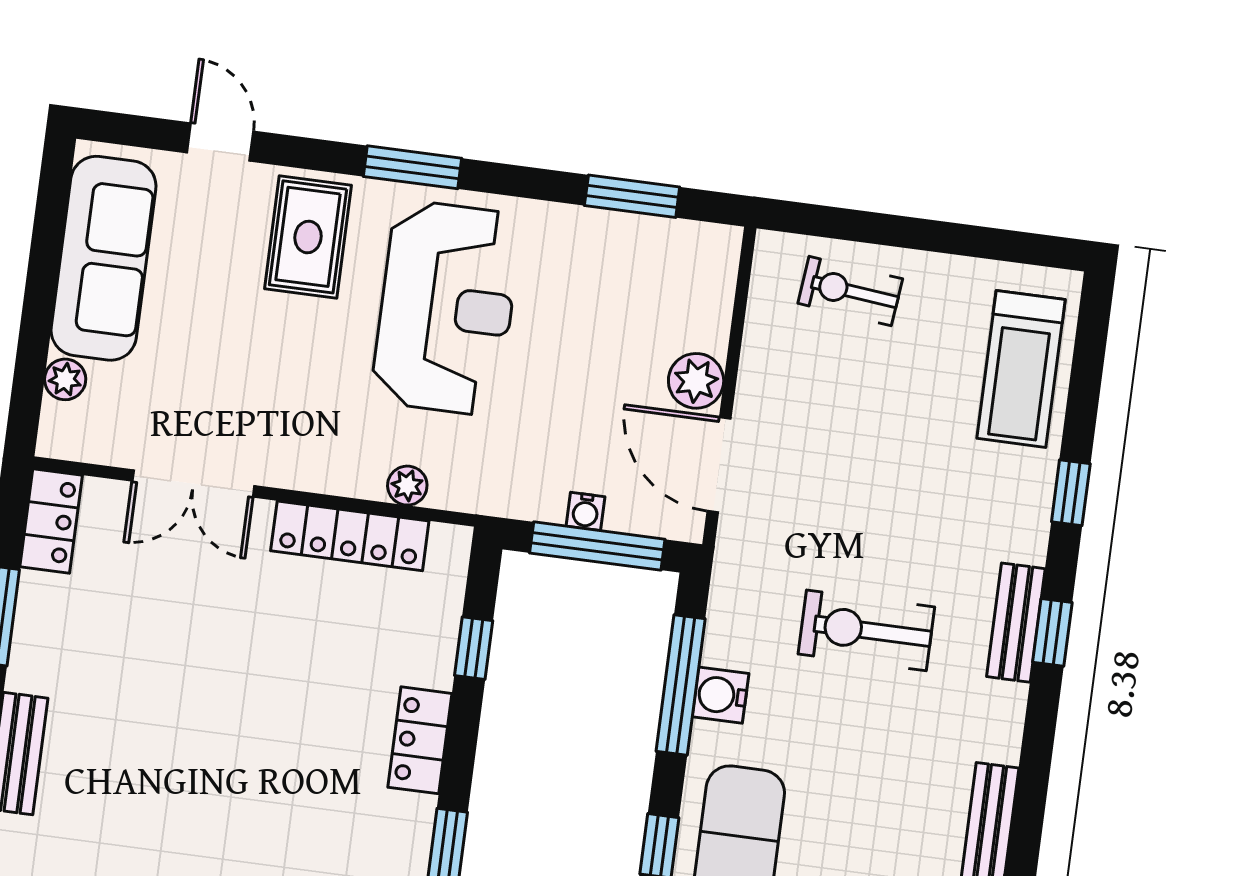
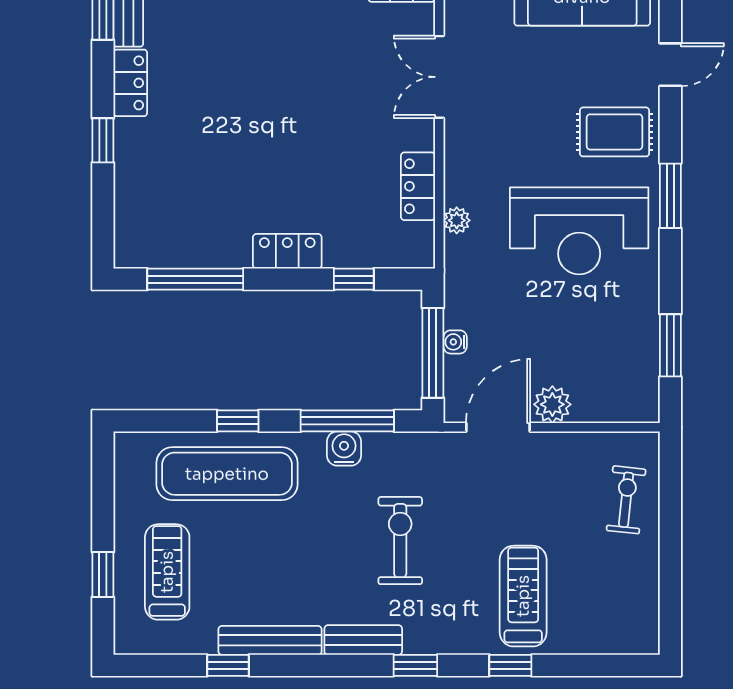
treadmill: (1021, 369) -> (523, 596), moved, turned 90
locker: (350, 536) -> (418, 186), width x0.66
bench: (1016, 623) -> (363, 640), moved

